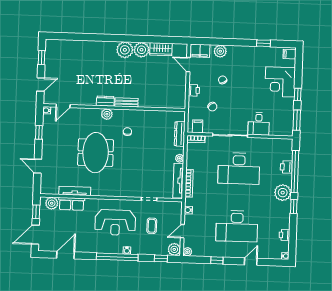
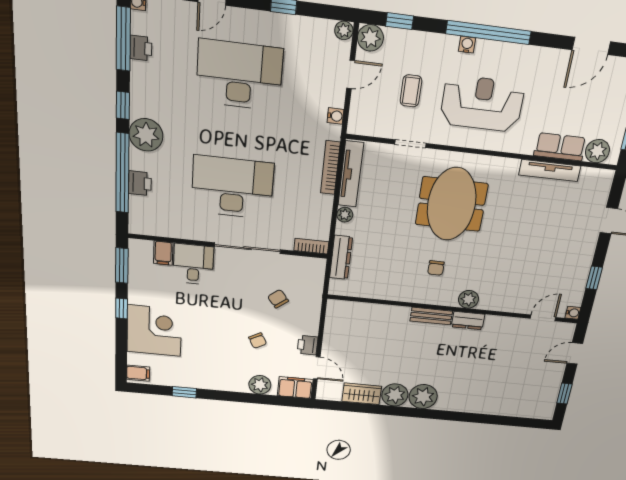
printer: (194, 90) -> (308, 345), moved
filing cabinet: (198, 126) -> (163, 253), moved
meeting table: (96, 153) -> (452, 204), moved
window: (293, 239) -> (123, 39), added

